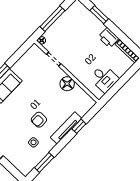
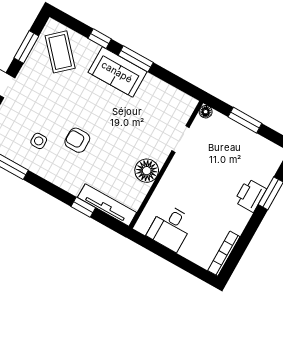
window: (52, 19) -> (245, 120), width x0.69
printer: (109, 38) -> (250, 195), moved
tv unit: (66, 128) -> (107, 205), moved

